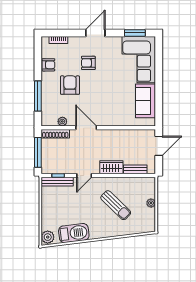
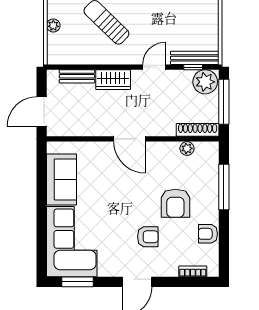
door: (86, 128) -> (129, 139), moved
plant: (50, 166) -> (205, 82), added

